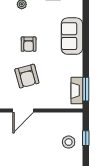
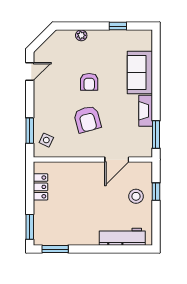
fireplace: (77, 91) -> (146, 111), moved
door: (23, 111) -> (117, 160), moved

